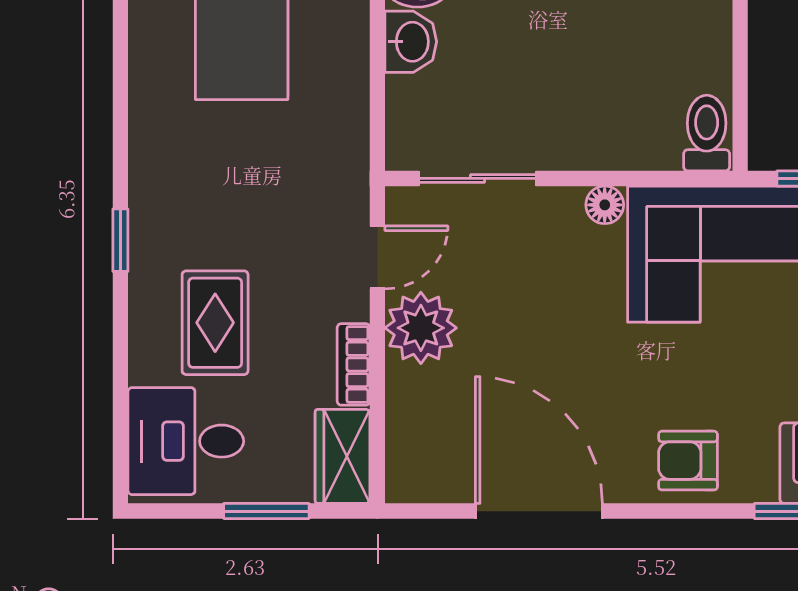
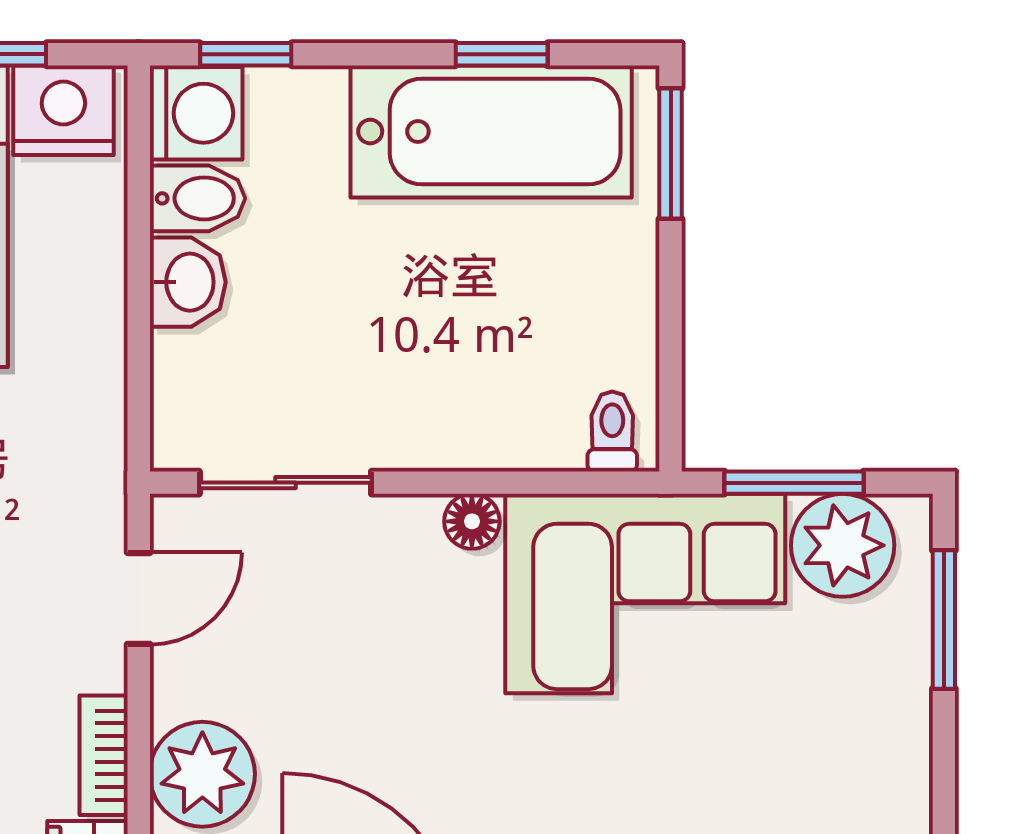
toilet: (707, 133) -> (612, 432), width x0.73, depth x0.72
plant: (421, 328) -> (202, 774), moved

